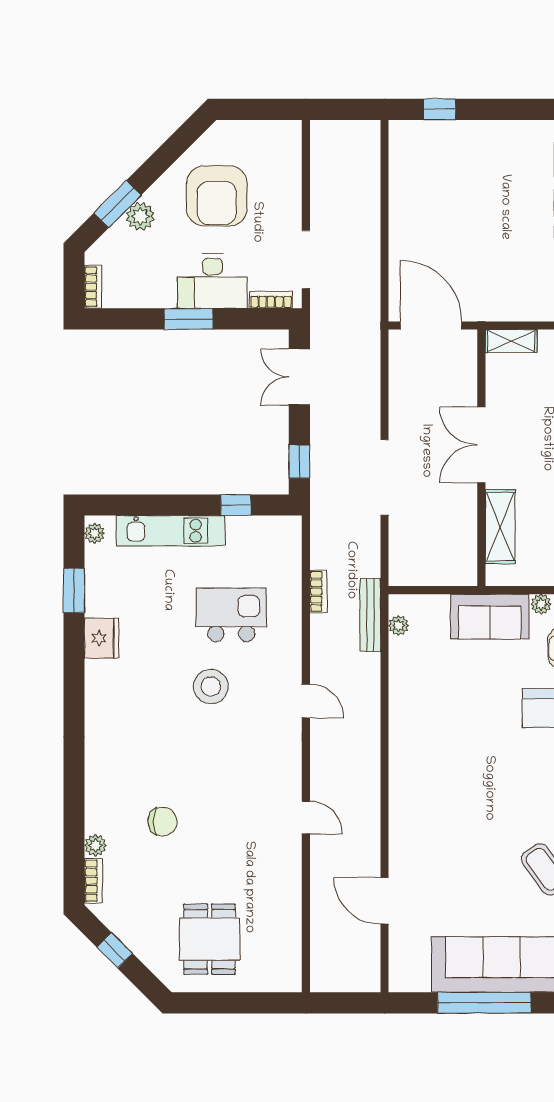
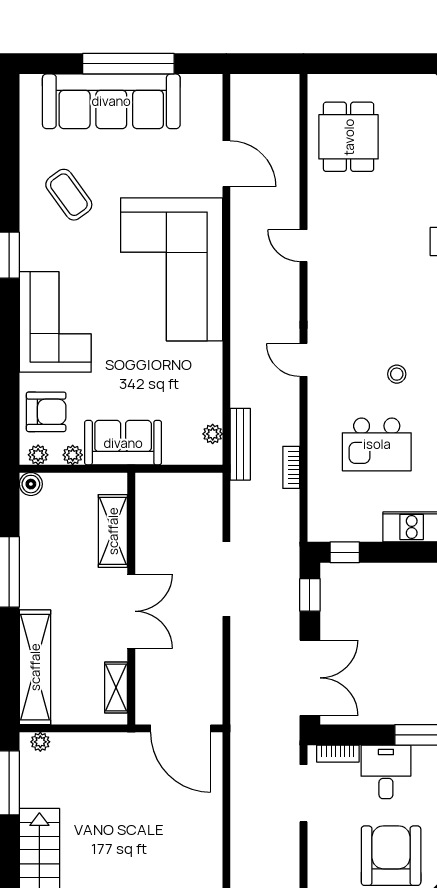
desk: (212, 281) -> (386, 772), width x0.73
shelving: (511, 341) -> (116, 687), moved, turned 90
double door: (299, 377) -> (310, 678), width x1.37
window: (236, 505) -> (345, 552), moved
stool: (211, 686) -> (397, 374), width x0.53, depth x0.53
corner sofa: (440, 793) -> (172, 269), added
dining table: (210, 939) -> (349, 137), moved

